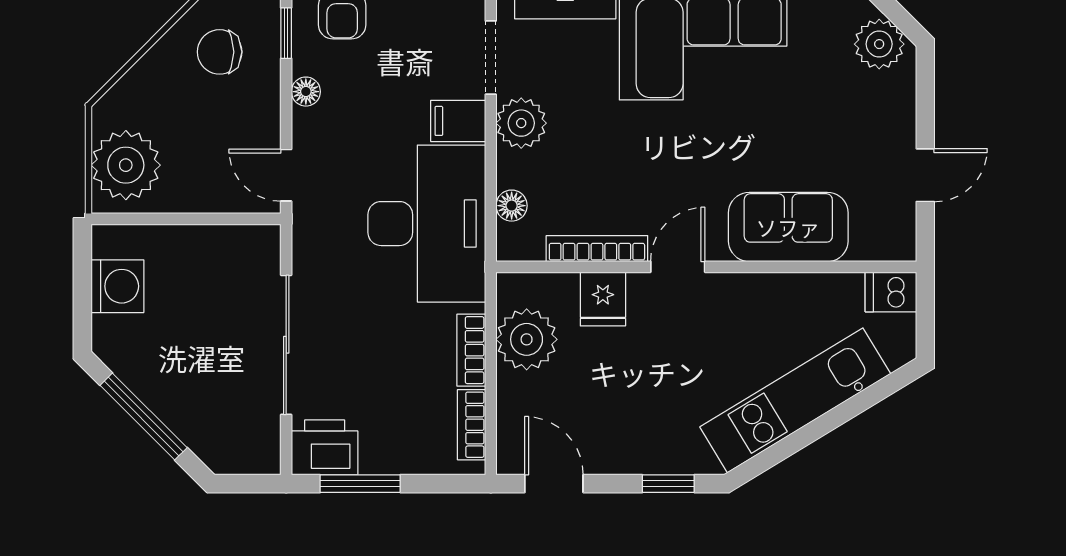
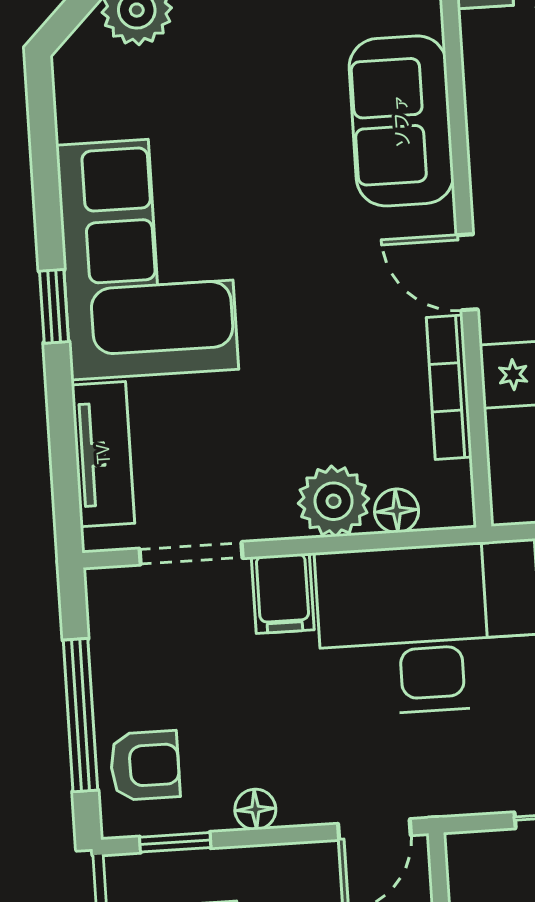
plant: (521, 123) -> (334, 501), moved

